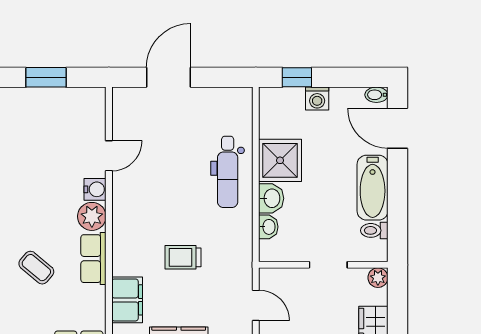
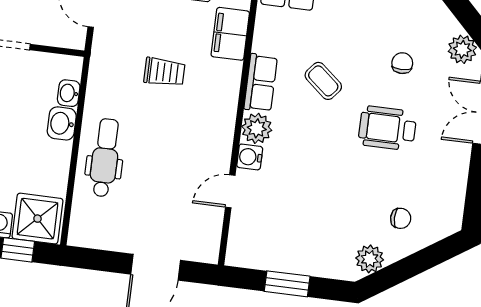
shower: (280, 160) -> (38, 219), moved

